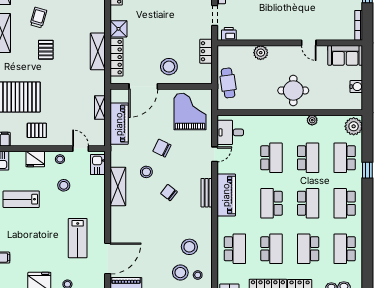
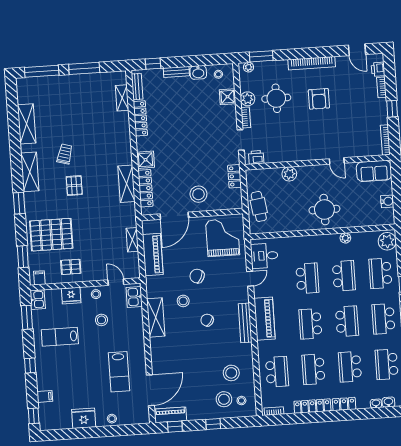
bench: (207, 193) -> (245, 323), width x1.36
school desk: (271, 249) -> (313, 369), turned 180

